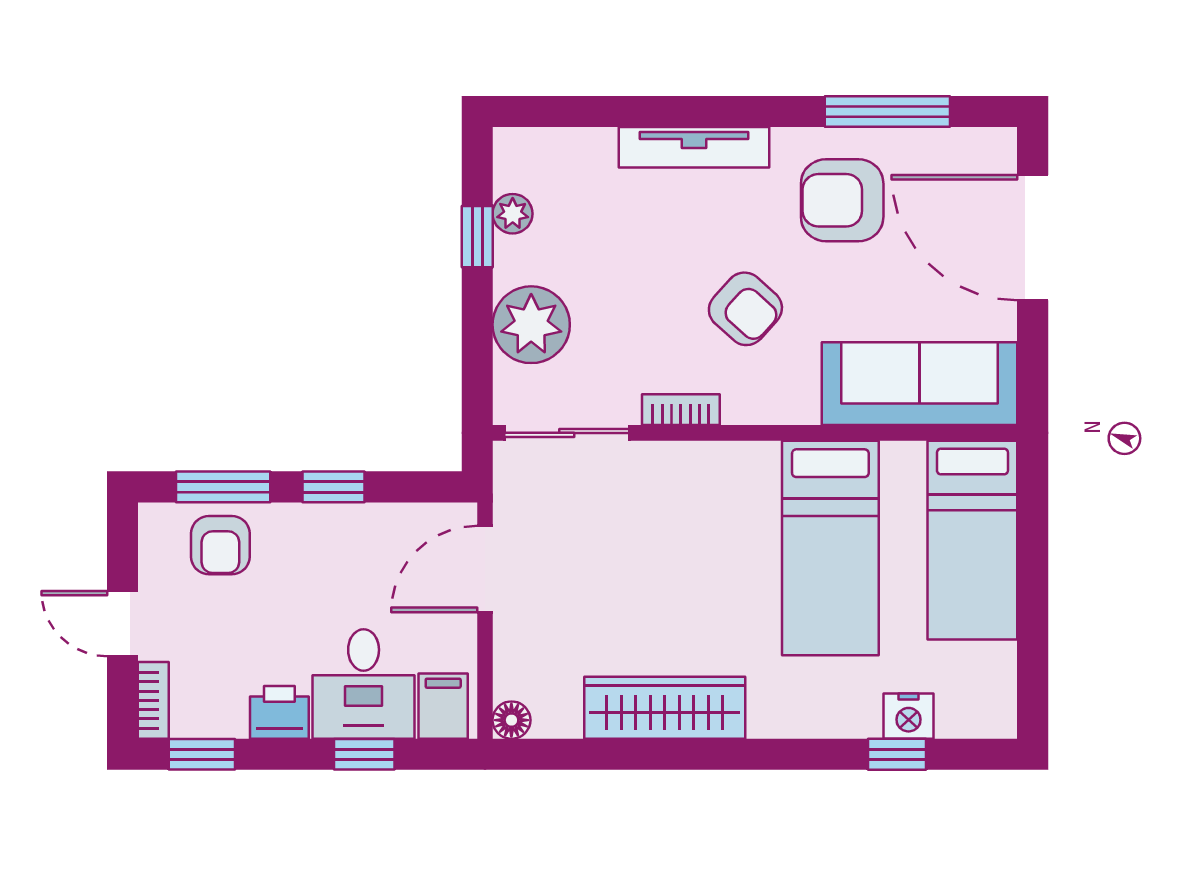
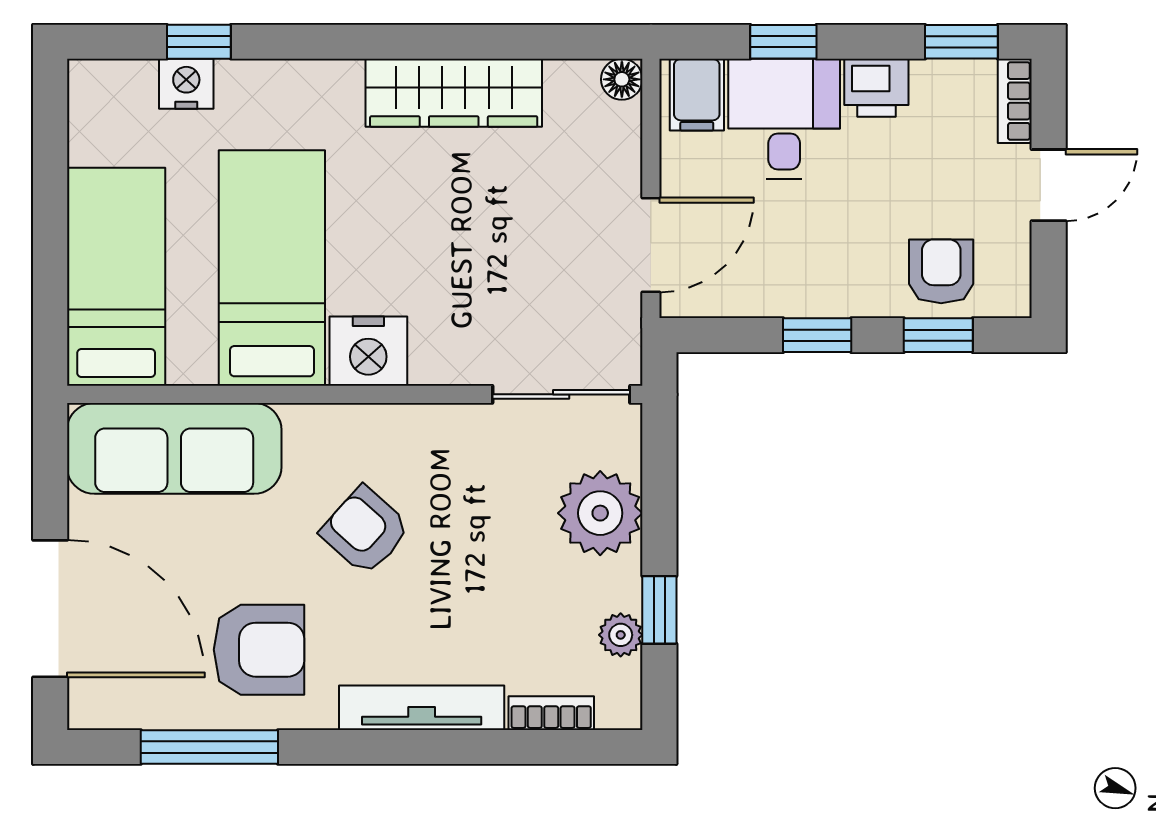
bookcase: (681, 410) -> (551, 713), moved, turned 180
nightstand: (743, 472) -> (368, 351), added
window: (223, 487) -> (938, 335), width x0.67
door: (122, 624) -> (1049, 185), hinge flipped

